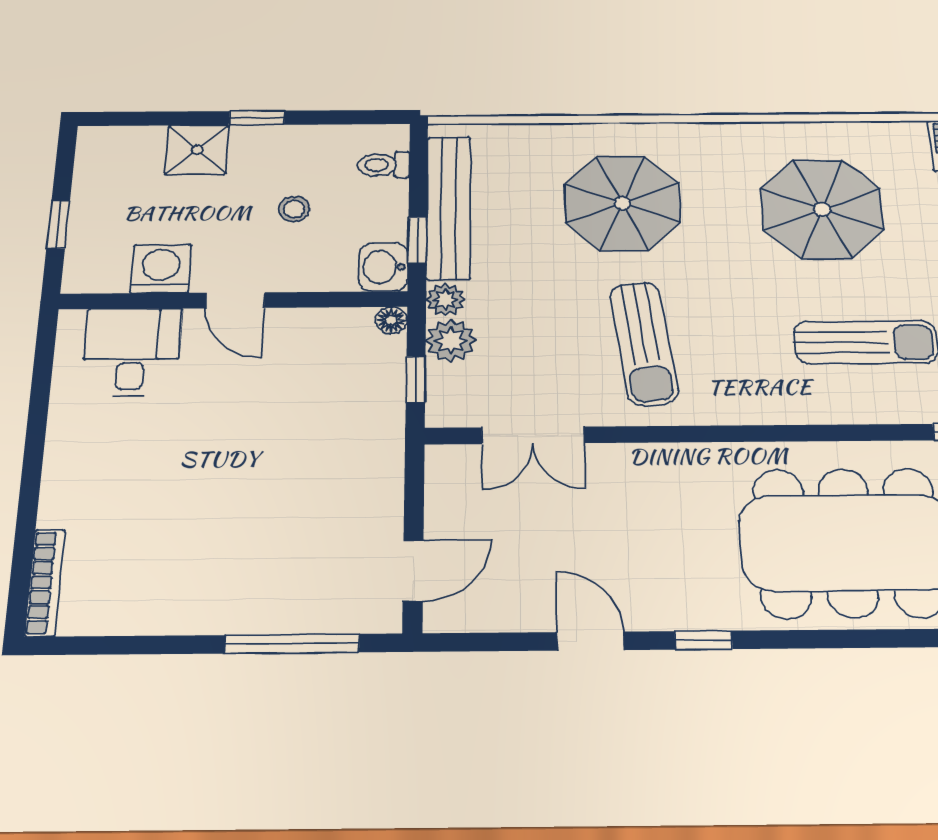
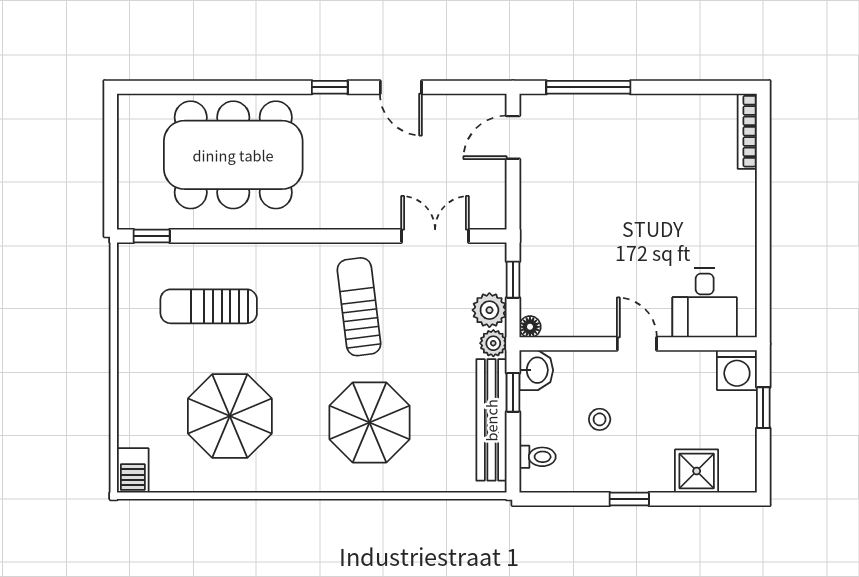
shower: (197, 150) -> (697, 471), moved
washing machine: (161, 269) -> (737, 370), moved

